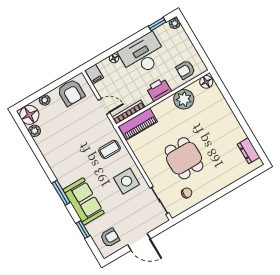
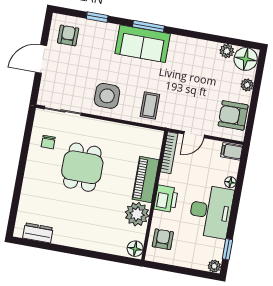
piano: (138, 124) -> (146, 180), moved
dining table: (184, 158) -> (82, 167), turned 90
sofa: (84, 201) -> (143, 44), moved
armchair: (110, 238) -> (68, 35), turned 180

